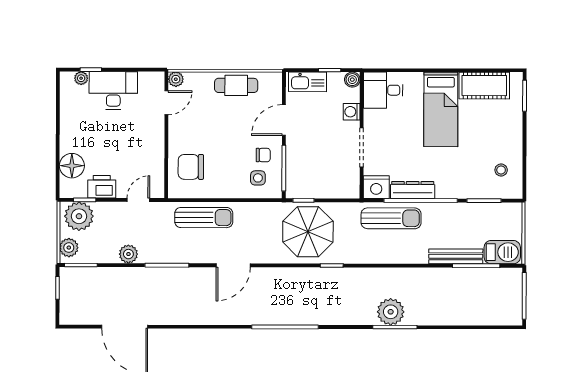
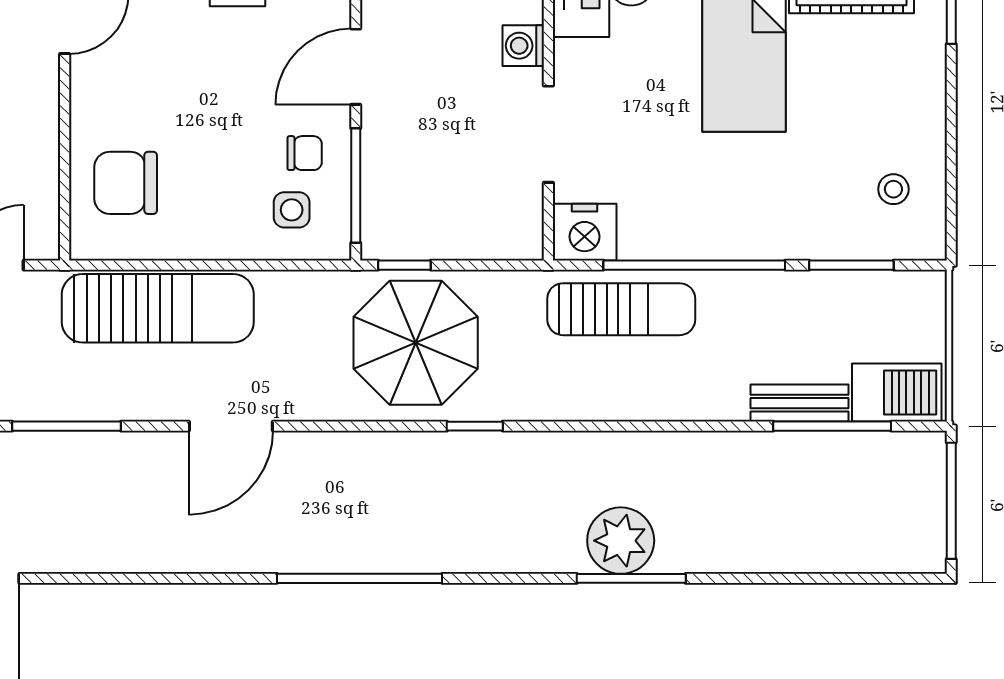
dresser: (413, 190) -> (675, 239), removed
sun lounger: (204, 218) -> (158, 308), width x1.36, depth x1.34
bench: (456, 256) -> (800, 403), width x0.73

